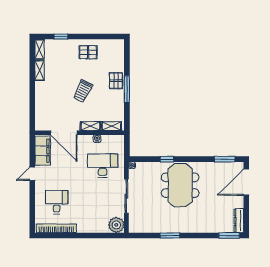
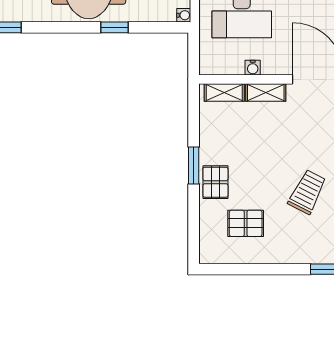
pallet: (88, 52) -> (246, 223), moved
window: (127, 89) -> (194, 166), width x0.69
trolley: (83, 91) -> (307, 192), moved

